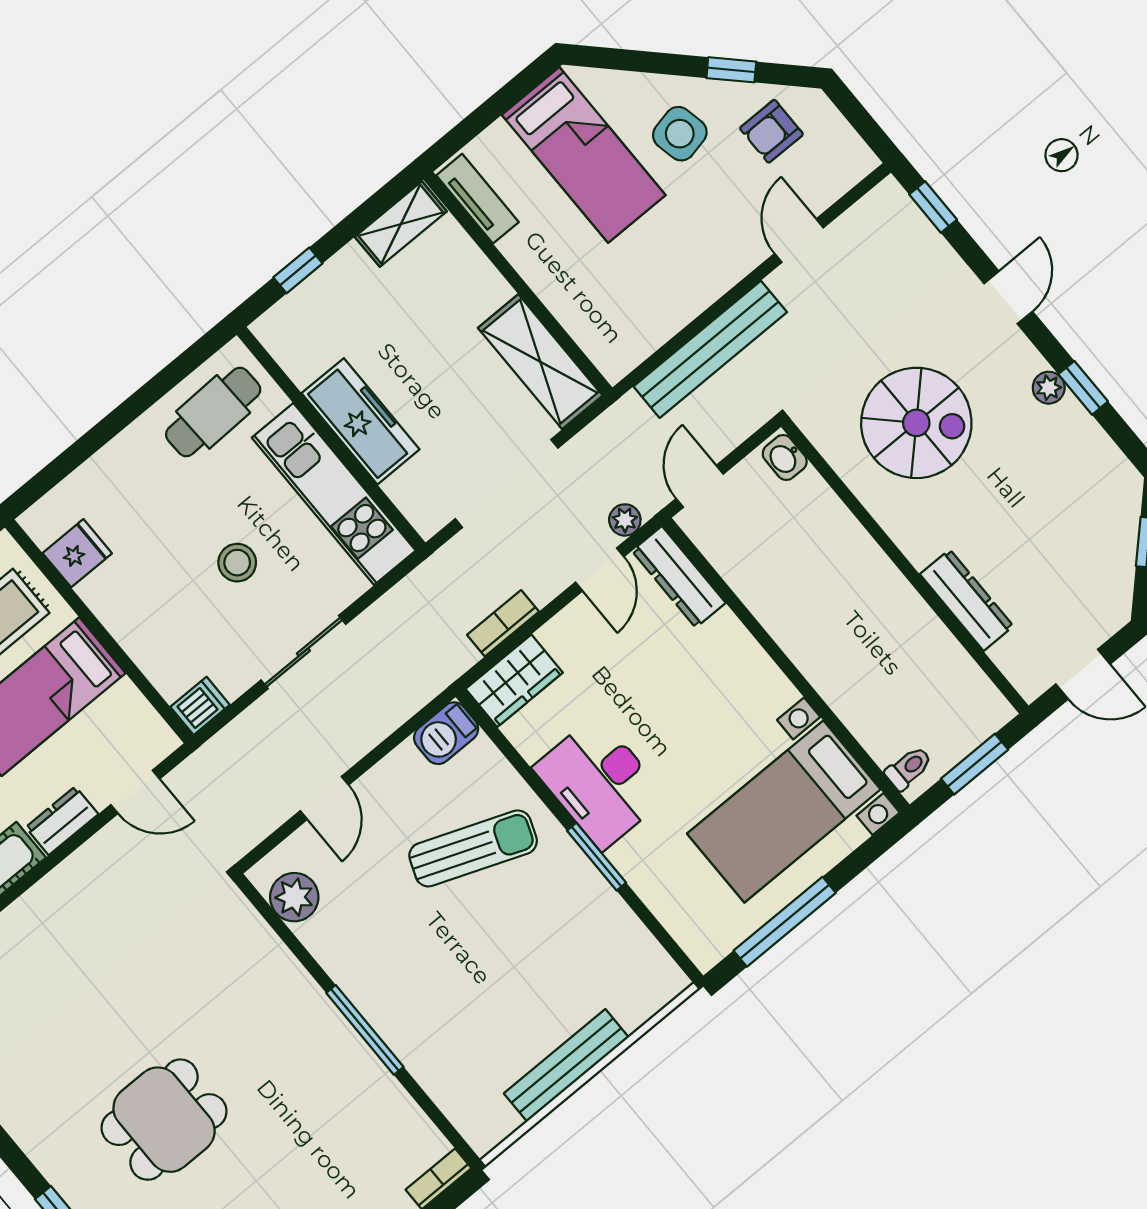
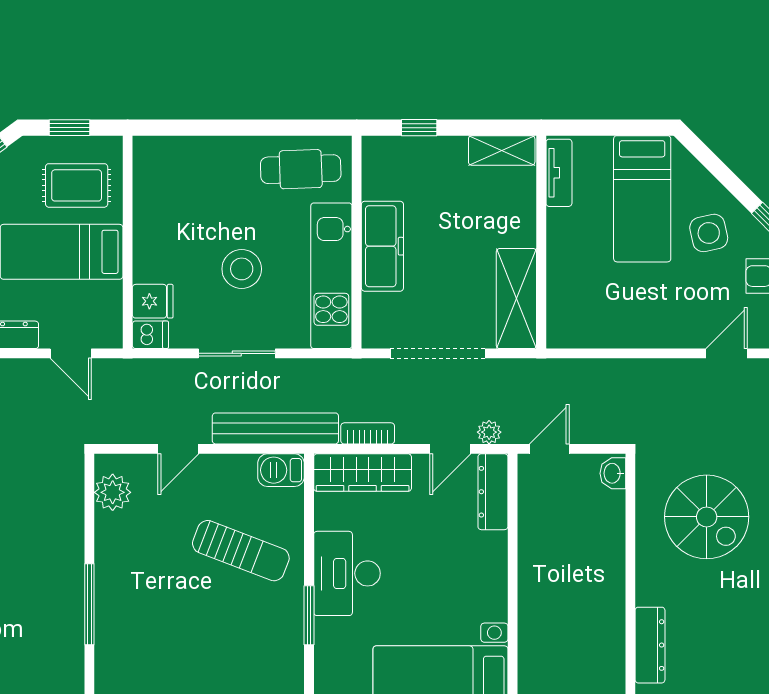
bench: (710, 349) -> (275, 428), moved
fridge: (77, 553) -> (153, 301), moved
stool: (237, 563) -> (242, 269), width x1.38, depth x1.38
wardrobe: (514, 681) -> (363, 473), width x1.50

